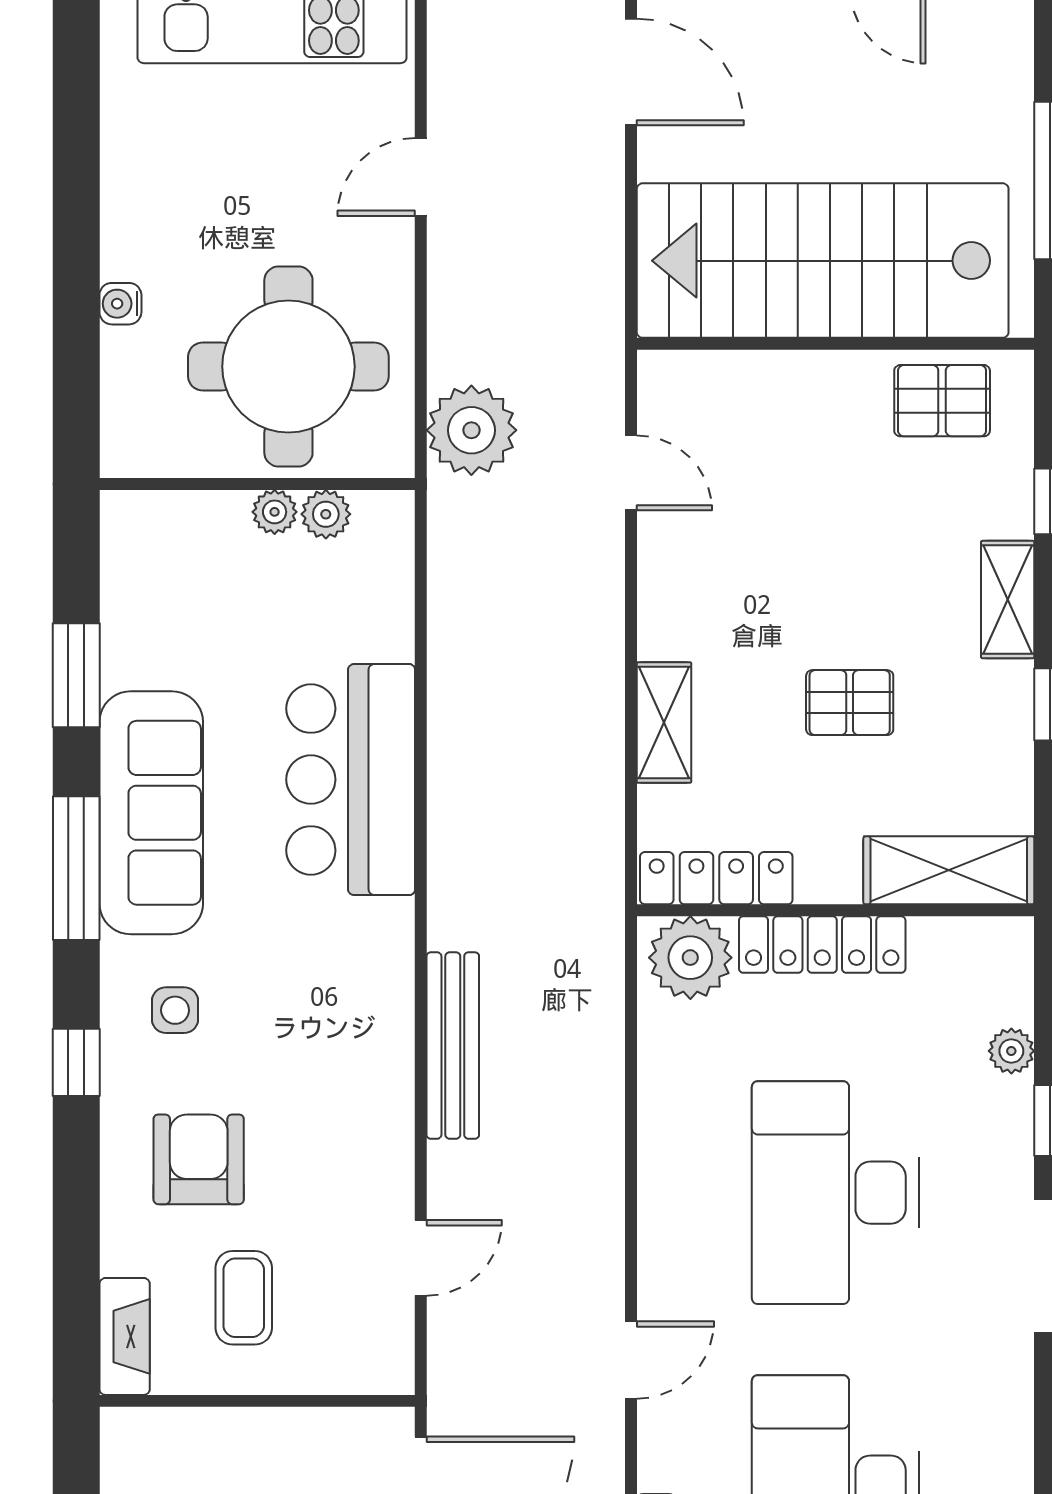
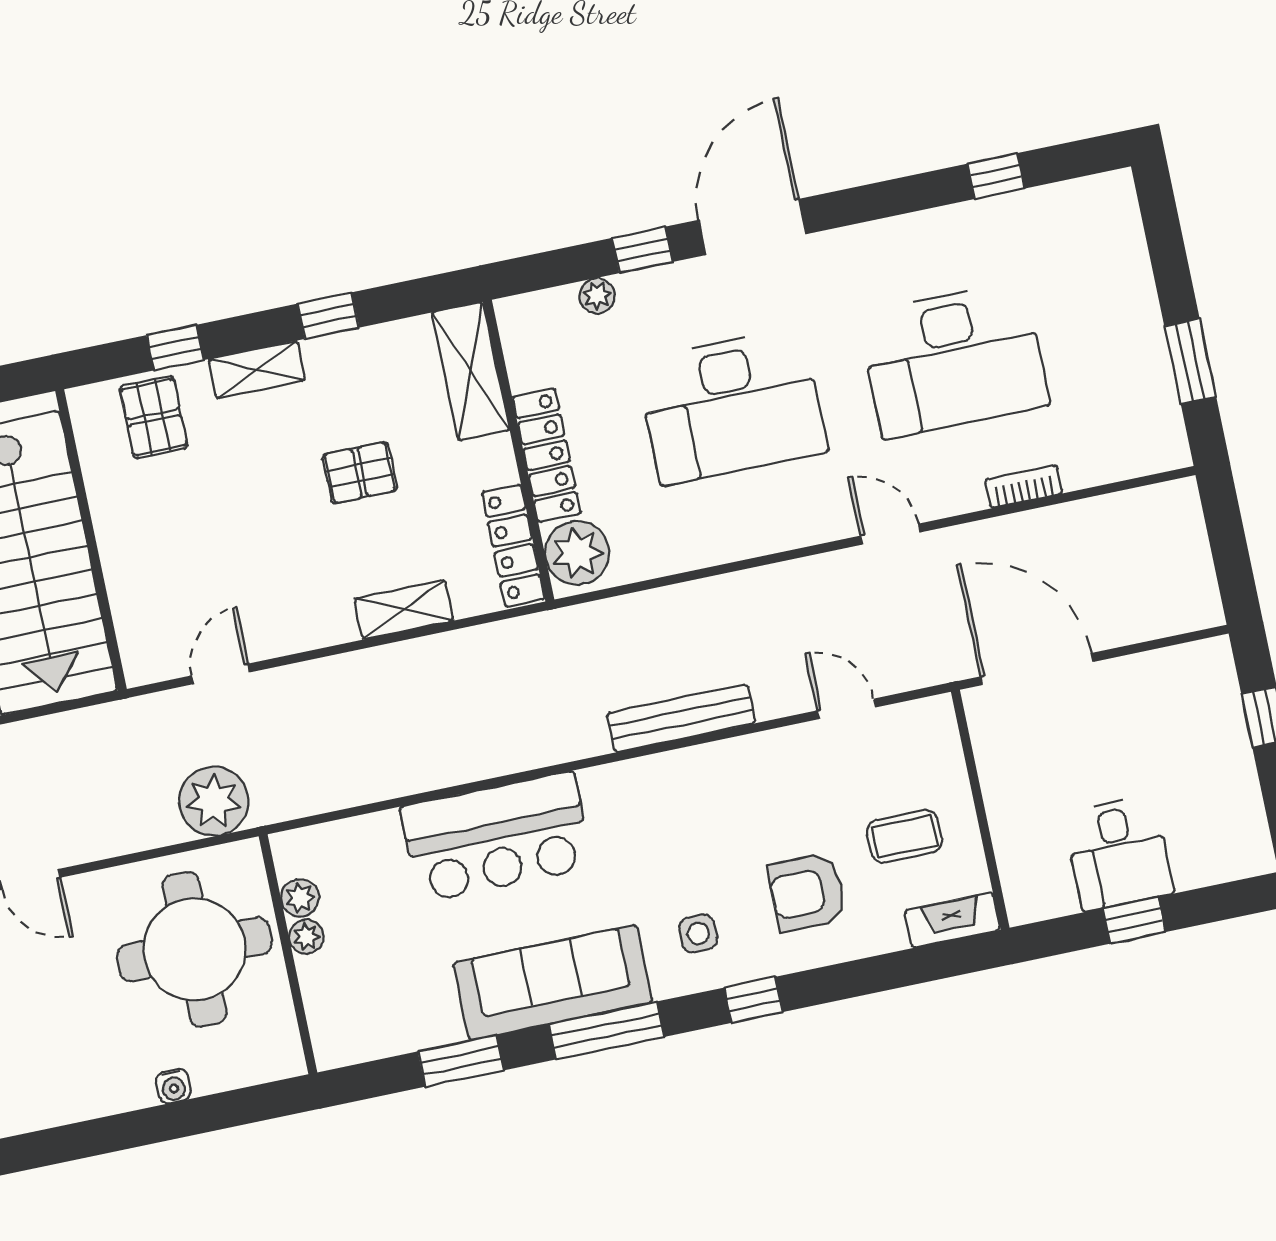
pallet: (942, 401) -> (154, 417), moved
pallet: (850, 703) -> (360, 473), turned 90

